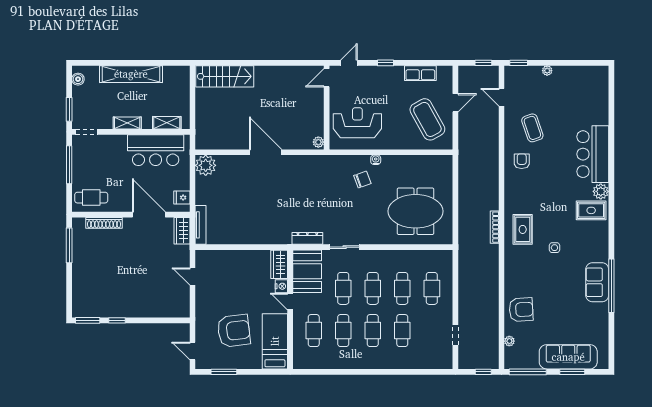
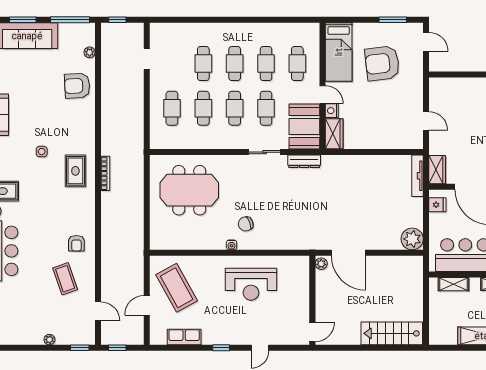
door: (327, 78) -> (312, 332), moved
wall: (327, 108) -> (312, 300), moved
plant: (318, 142) -> (321, 264), moved

